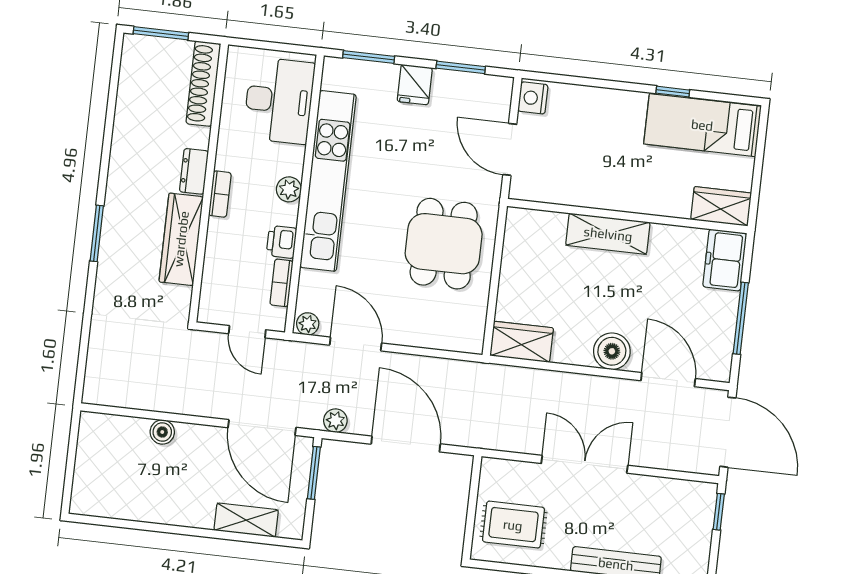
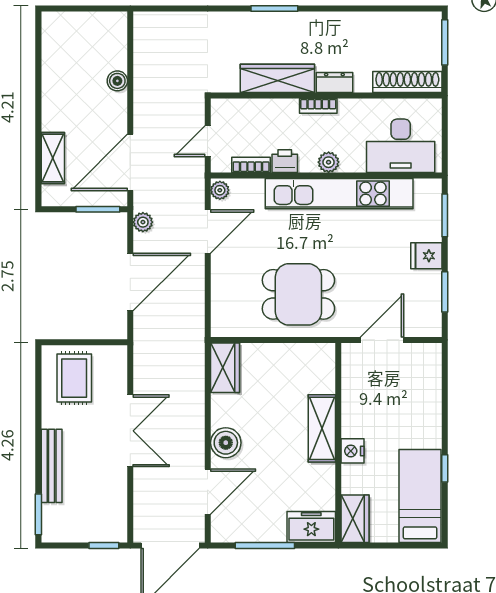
nightstand: (533, 98) -> (353, 451), moved, turned -90

